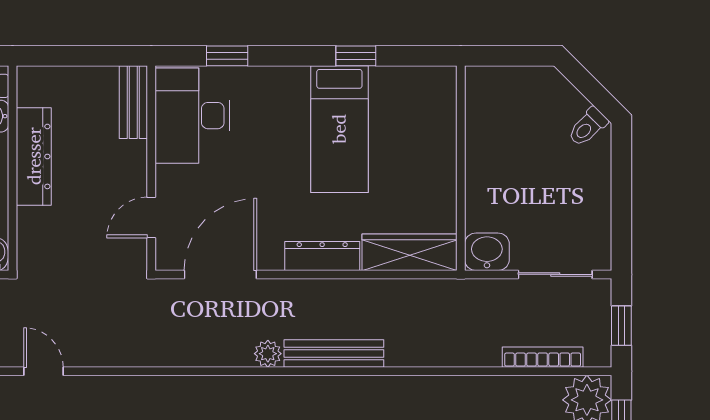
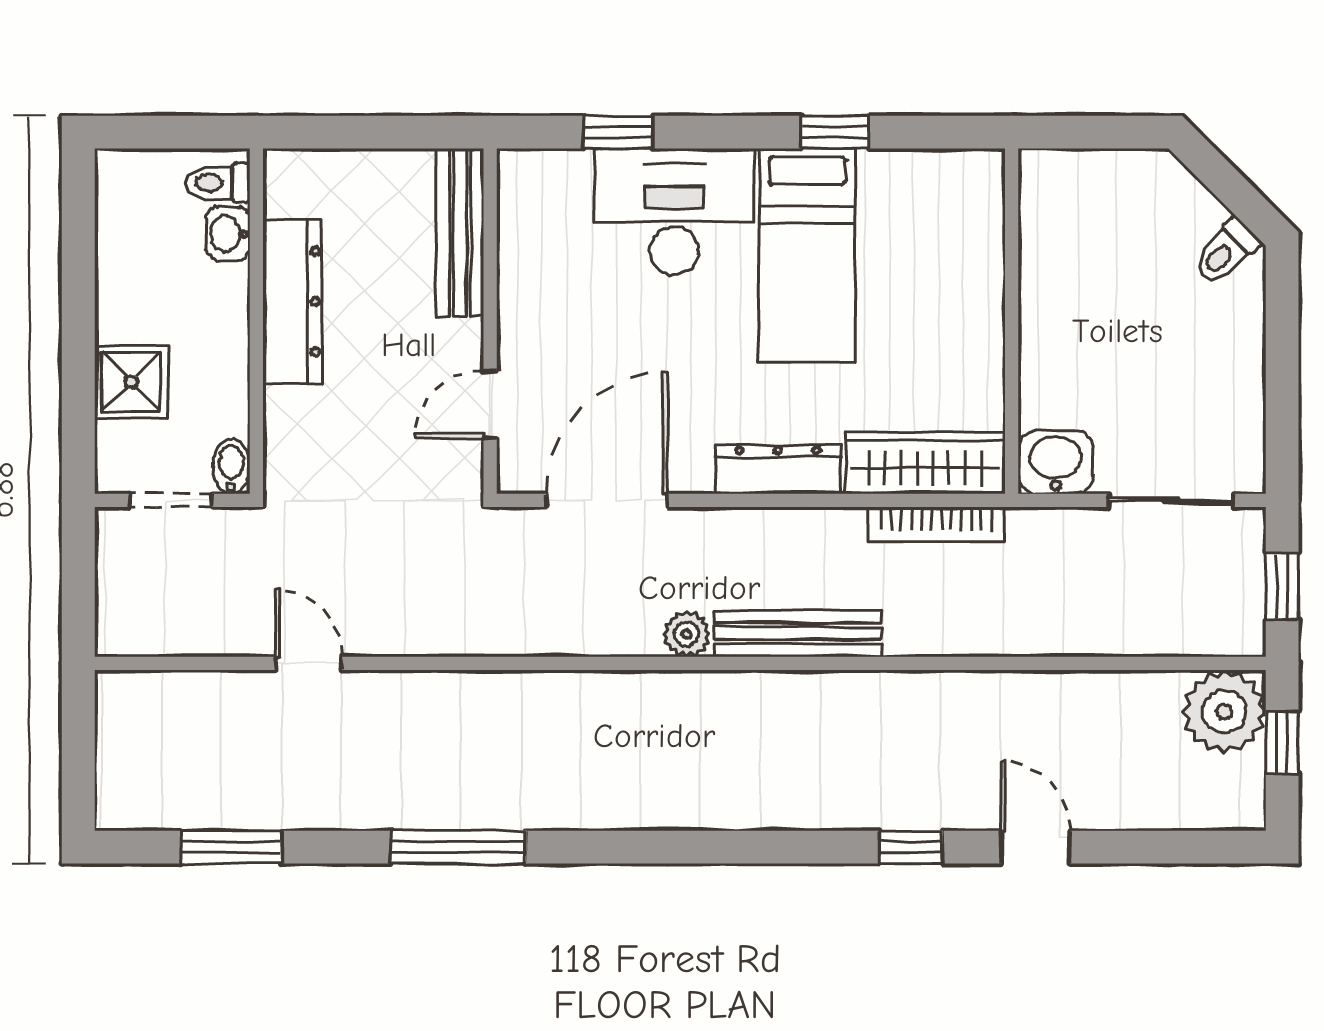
bench: (133, 102) -> (460, 232), width x1.36
desk: (193, 116) -> (674, 212), moved, turned 90
bookcase: (543, 357) -> (936, 524), moved, turned 180

